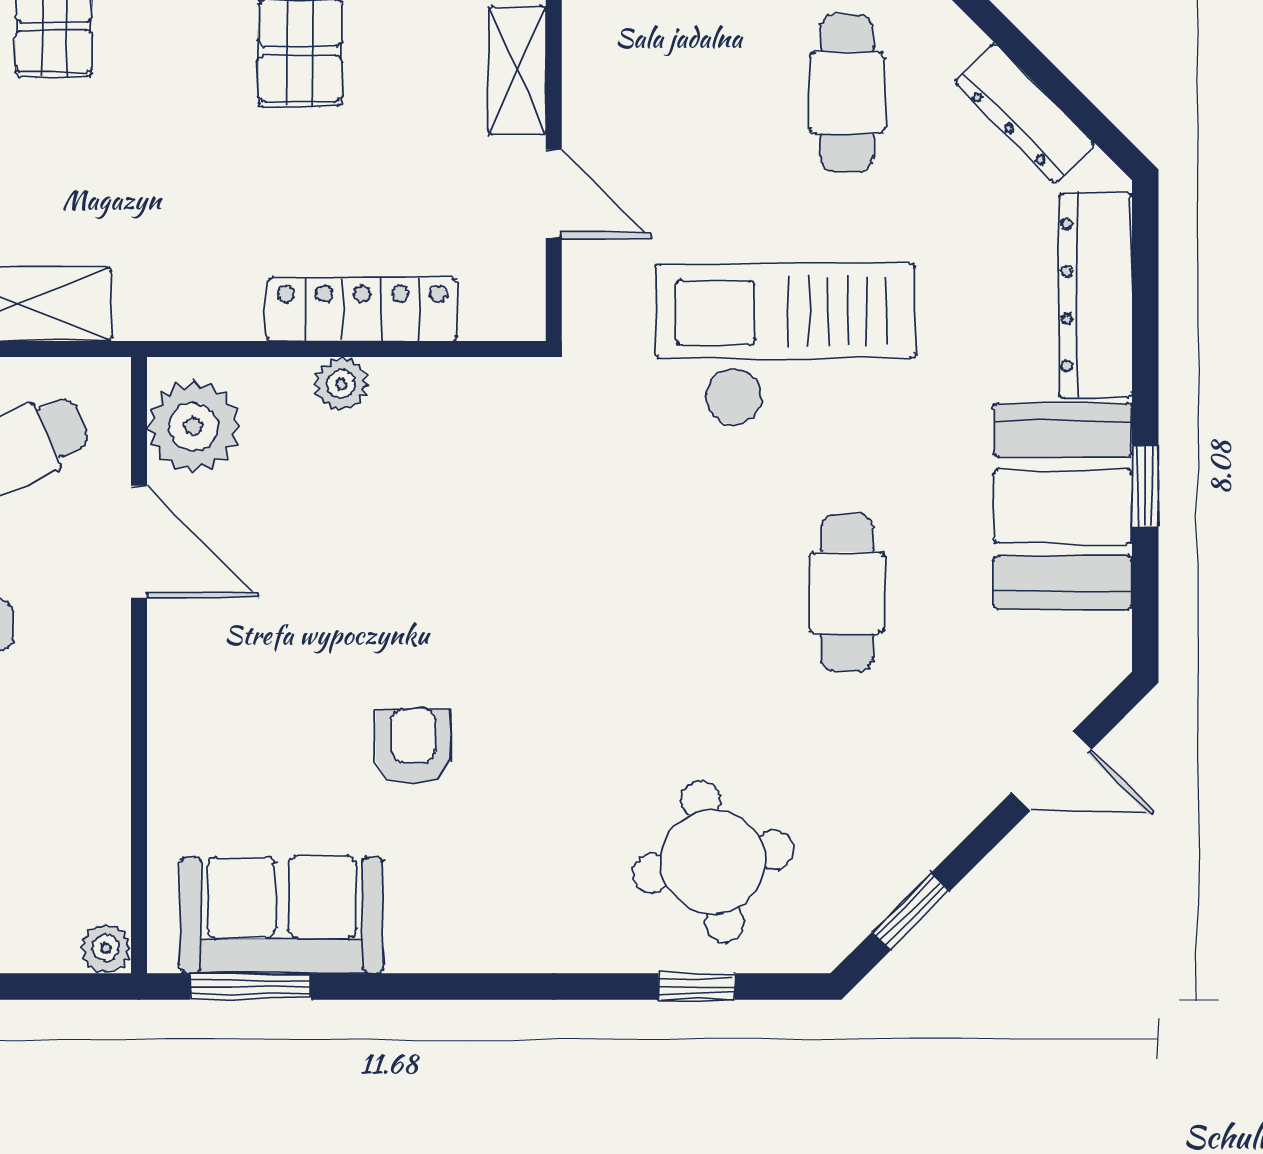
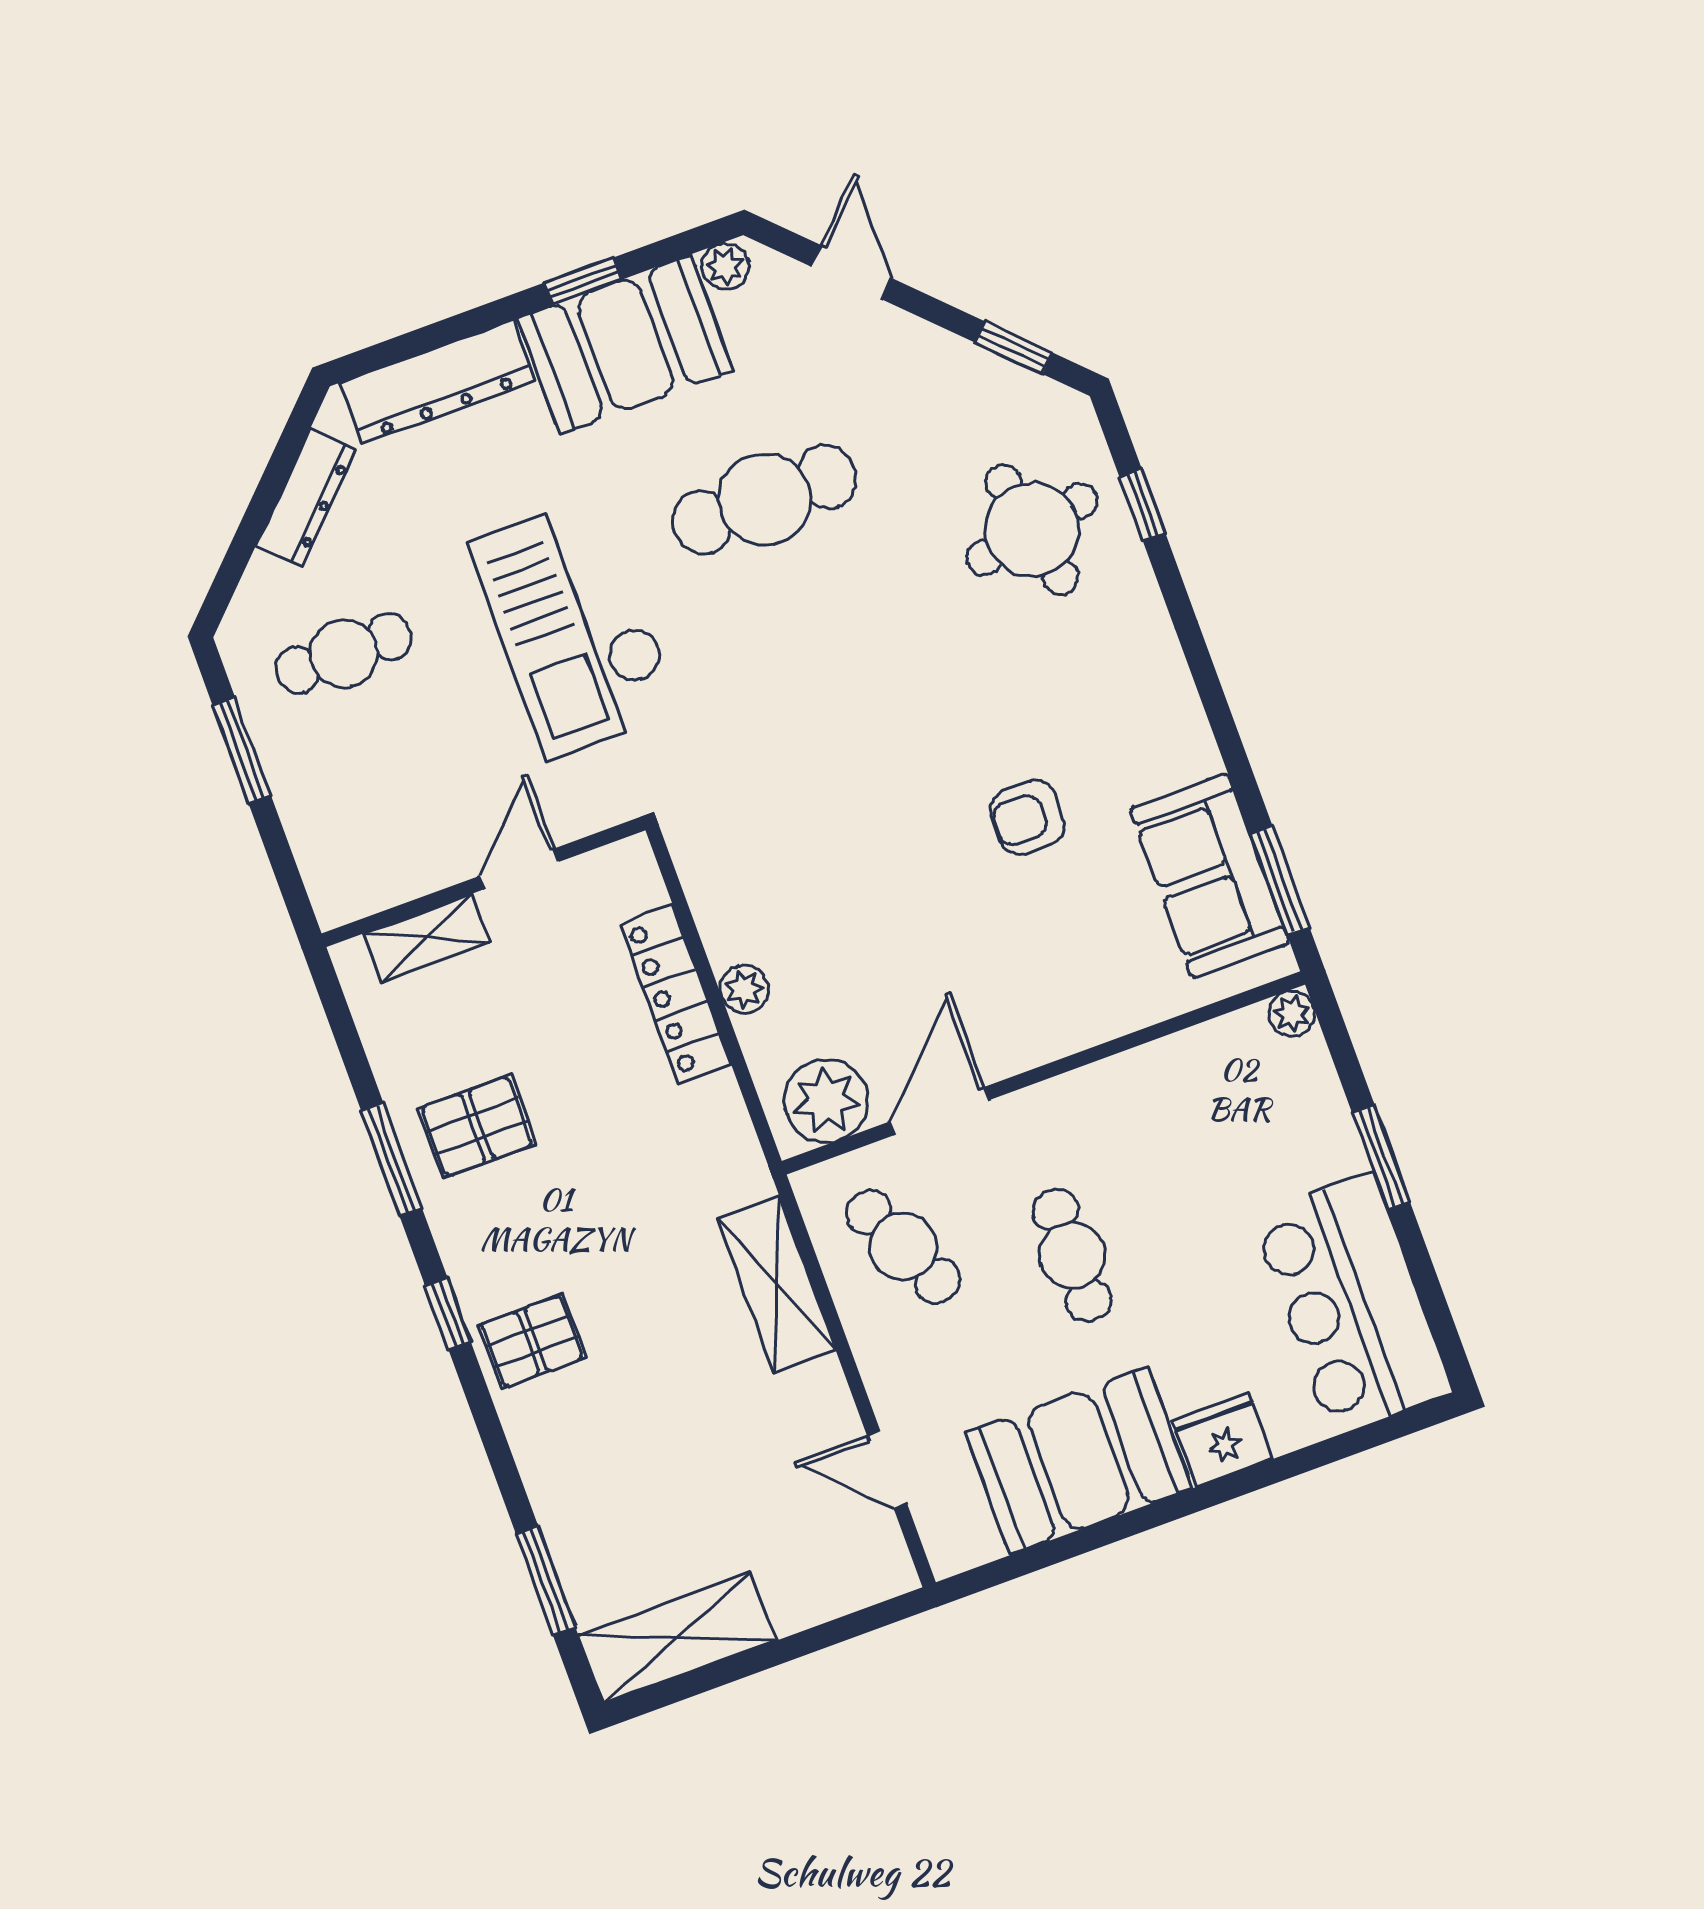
cafe table: (847, 593) -> (764, 499), width x1.37, depth x1.35
plant: (1106, 641) -> (725, 267), added

